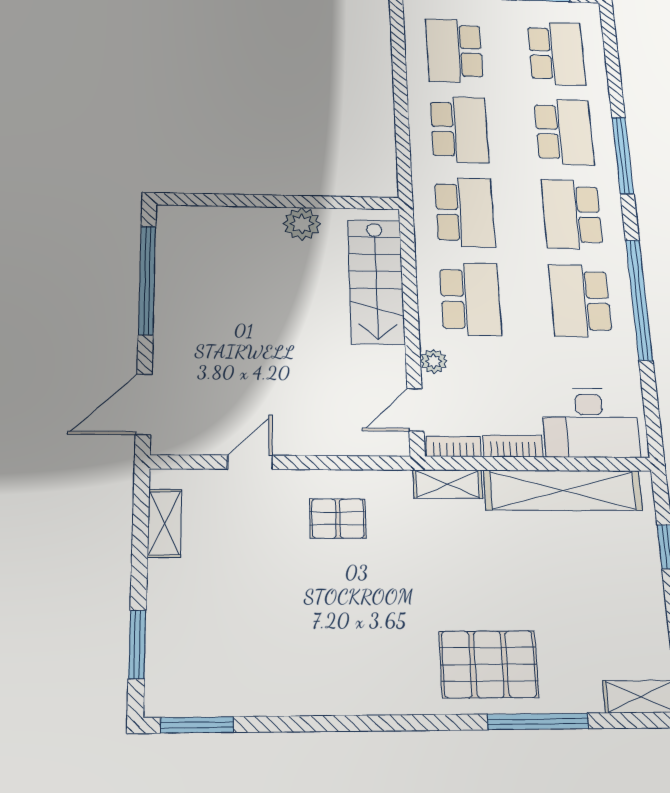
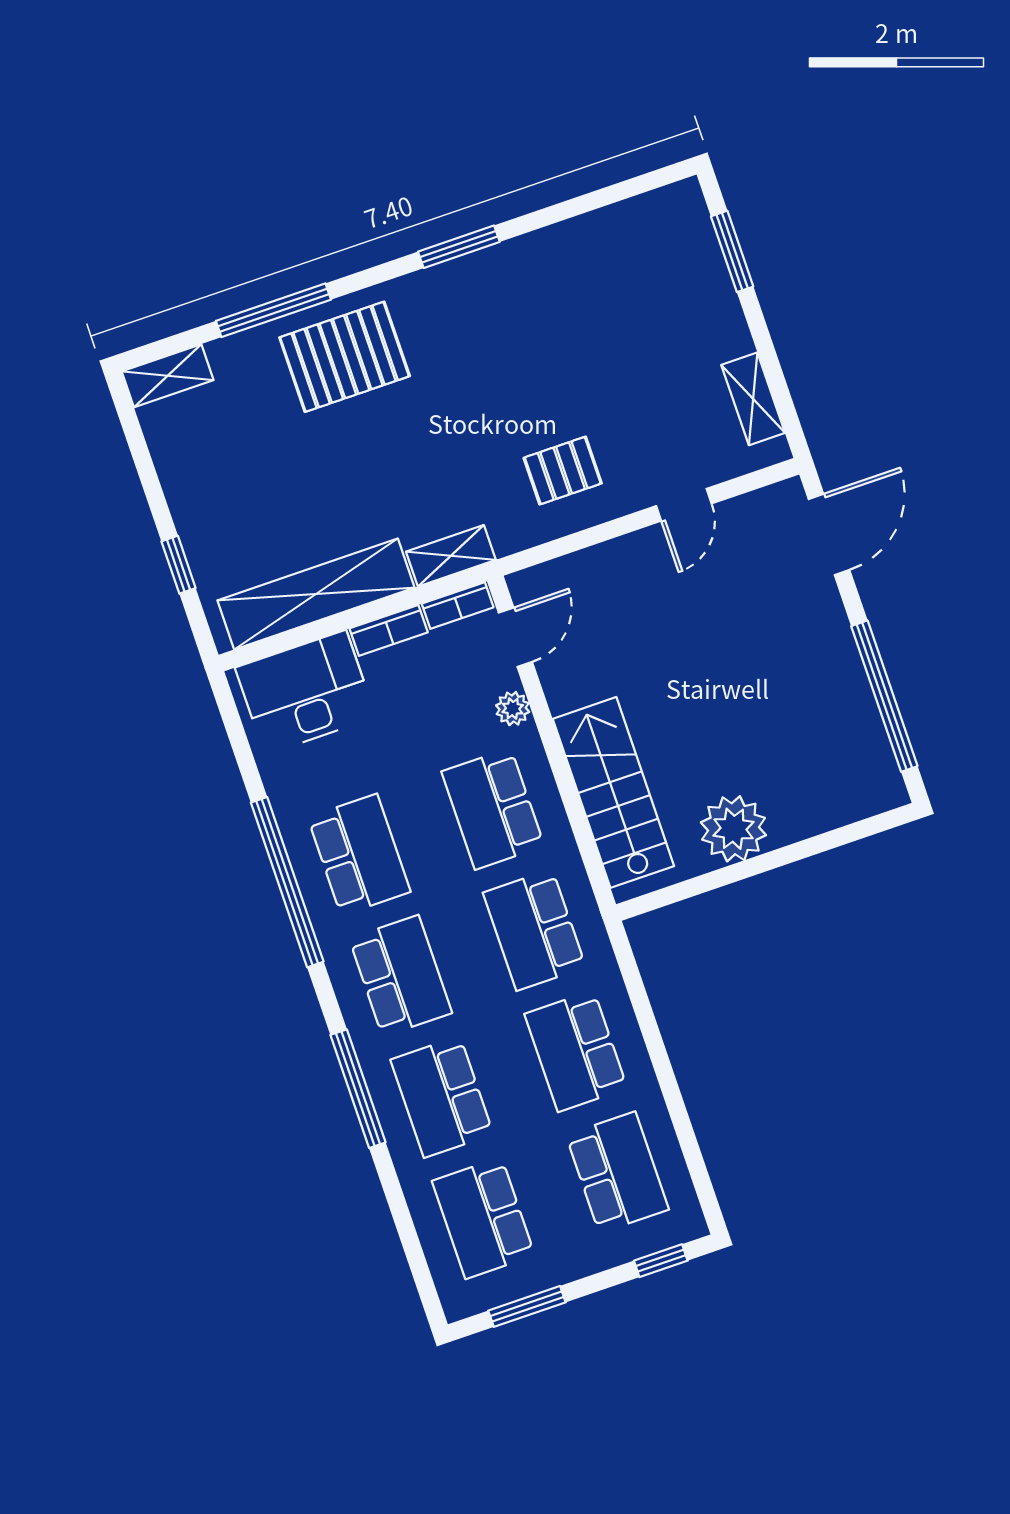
plant: (302, 224) -> (733, 829), width x1.36, depth x1.36
window: (197, 725) -> (459, 247), moved

